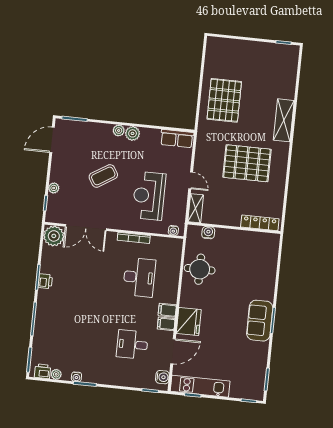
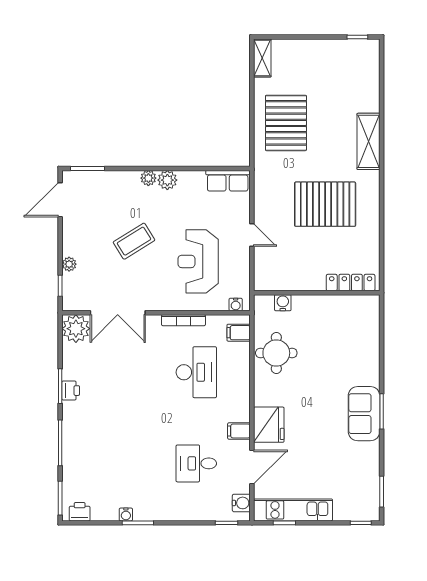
shelving: (196, 208) -> (262, 58), moved
filing cabinet: (167, 310) -> (239, 333), moved
plant: (56, 374) -> (98, 514), removed

